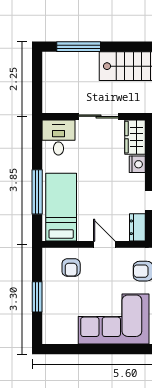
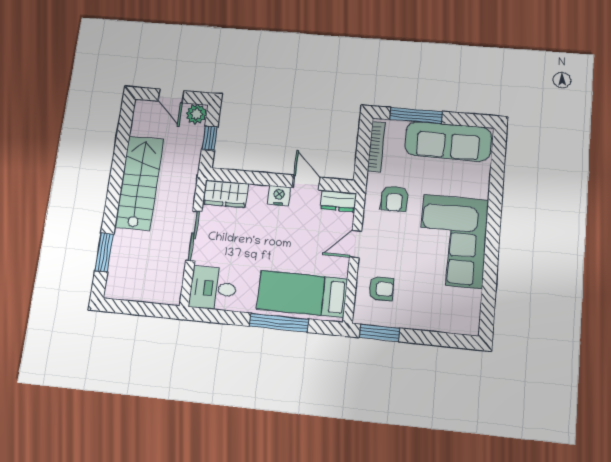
window: (79, 47) -> (104, 252), width x0.69
nightstand: (137, 164) -> (279, 196), moved
window: (37, 297) -> (379, 333), moved

